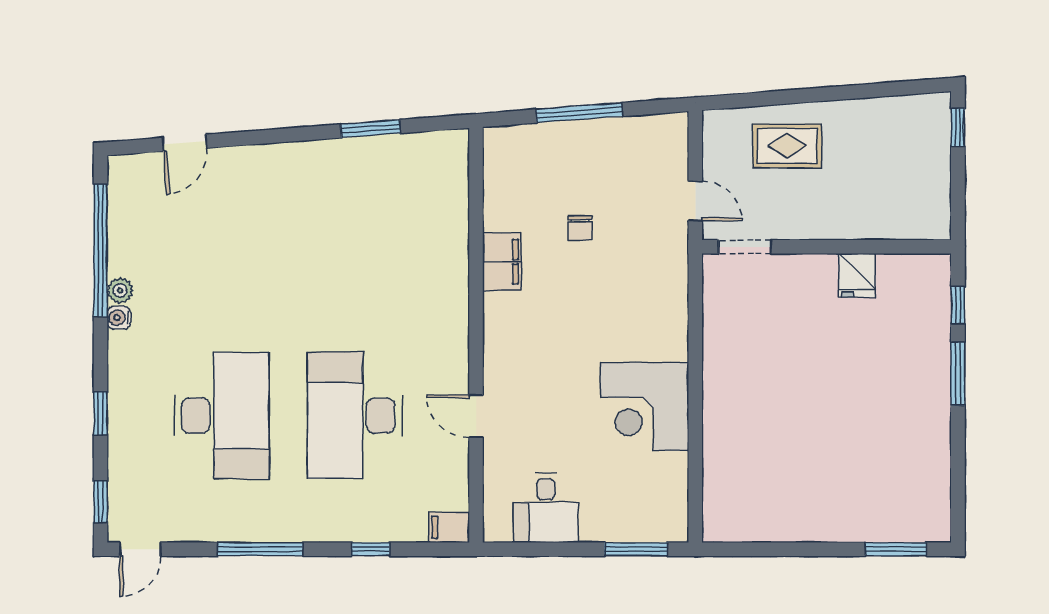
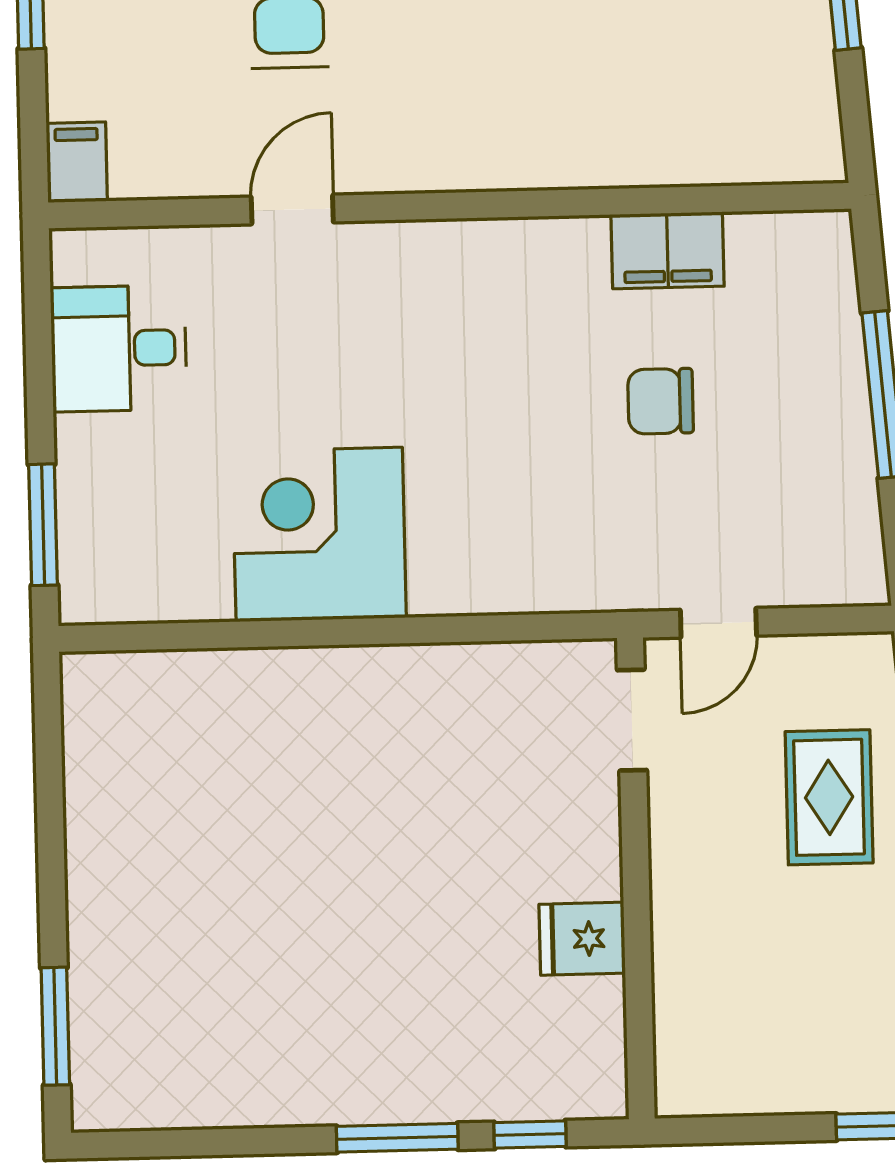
chair: (580, 228) -> (661, 401), width x1.37, depth x1.37
filing cabinet: (502, 262) -> (668, 250), moved

